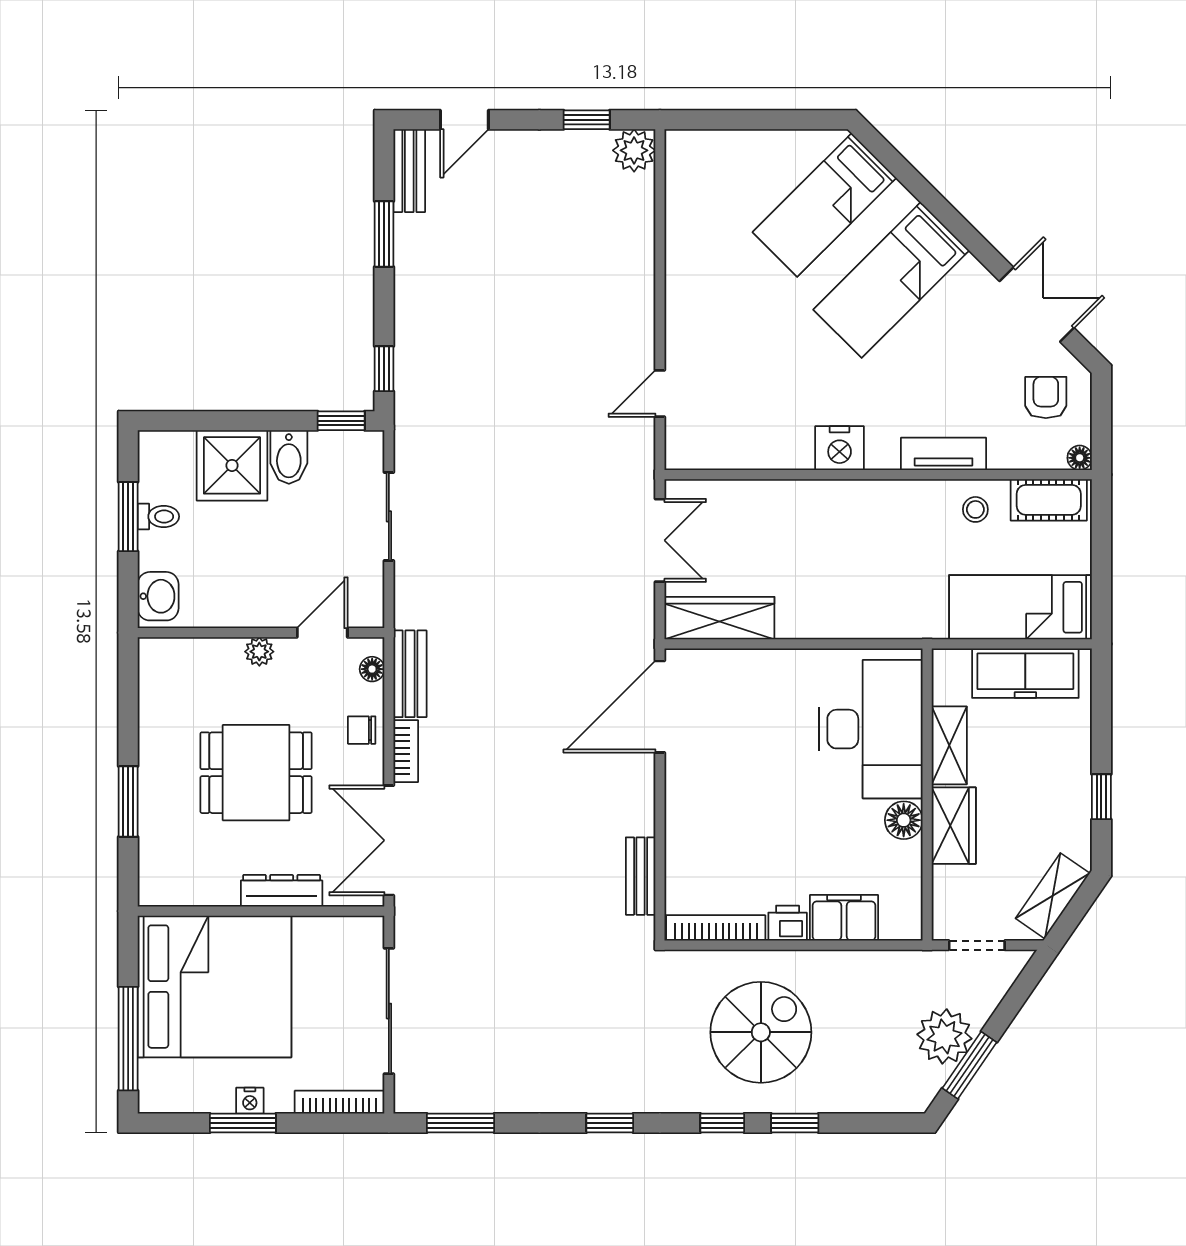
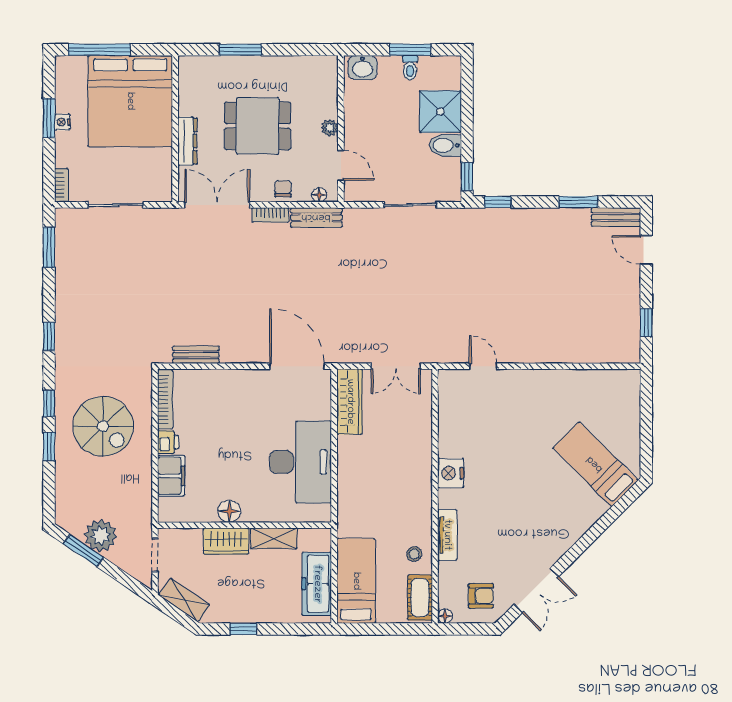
plant: (634, 150) -> (628, 351), removed
bed: (891, 280) -> (551, 504), removed
desk: (871, 729) -> (301, 462), moved, turned -90
dining table: (256, 773) -> (258, 126), turned 90
sliding door: (389, 1011) -> (116, 205), width x0.73
bookcase: (340, 1102) -> (61, 185), width x0.64

